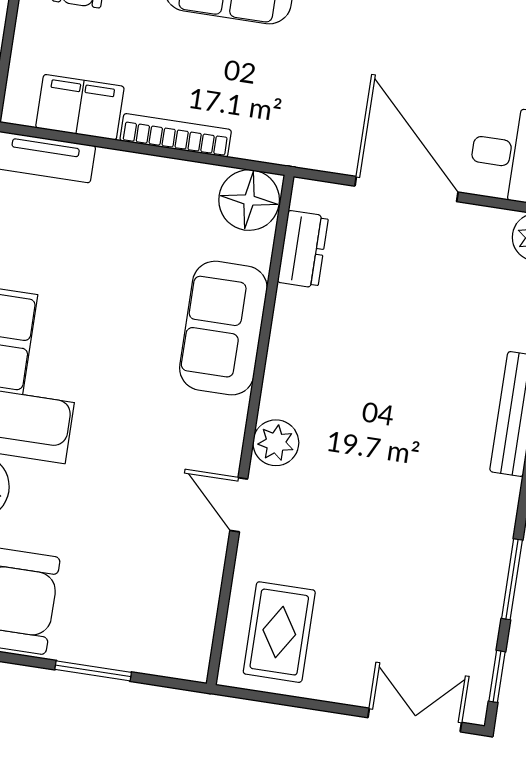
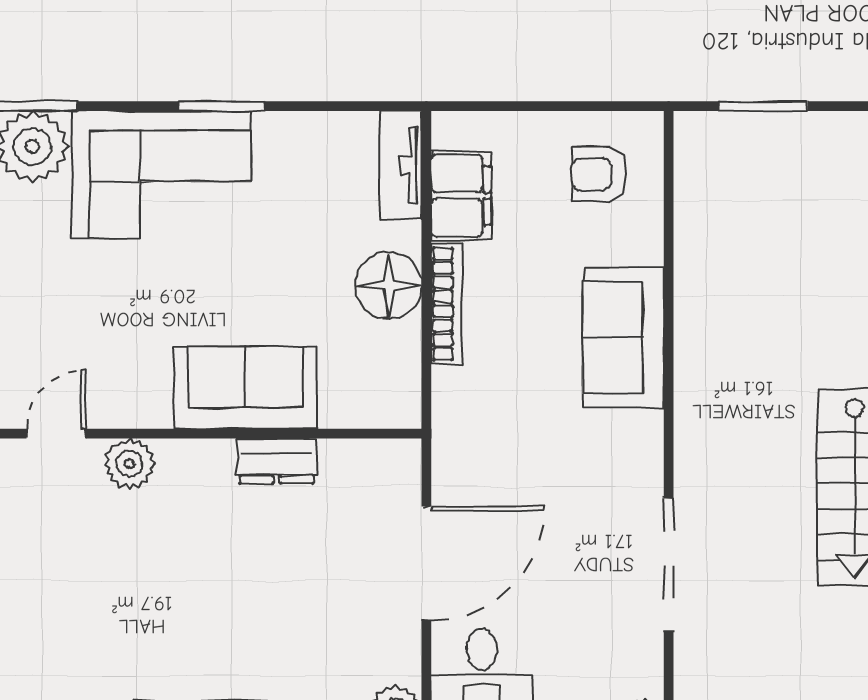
floor lamp: (249, 200) -> (388, 285), moved
dresser: (303, 249) -> (277, 461), moved

